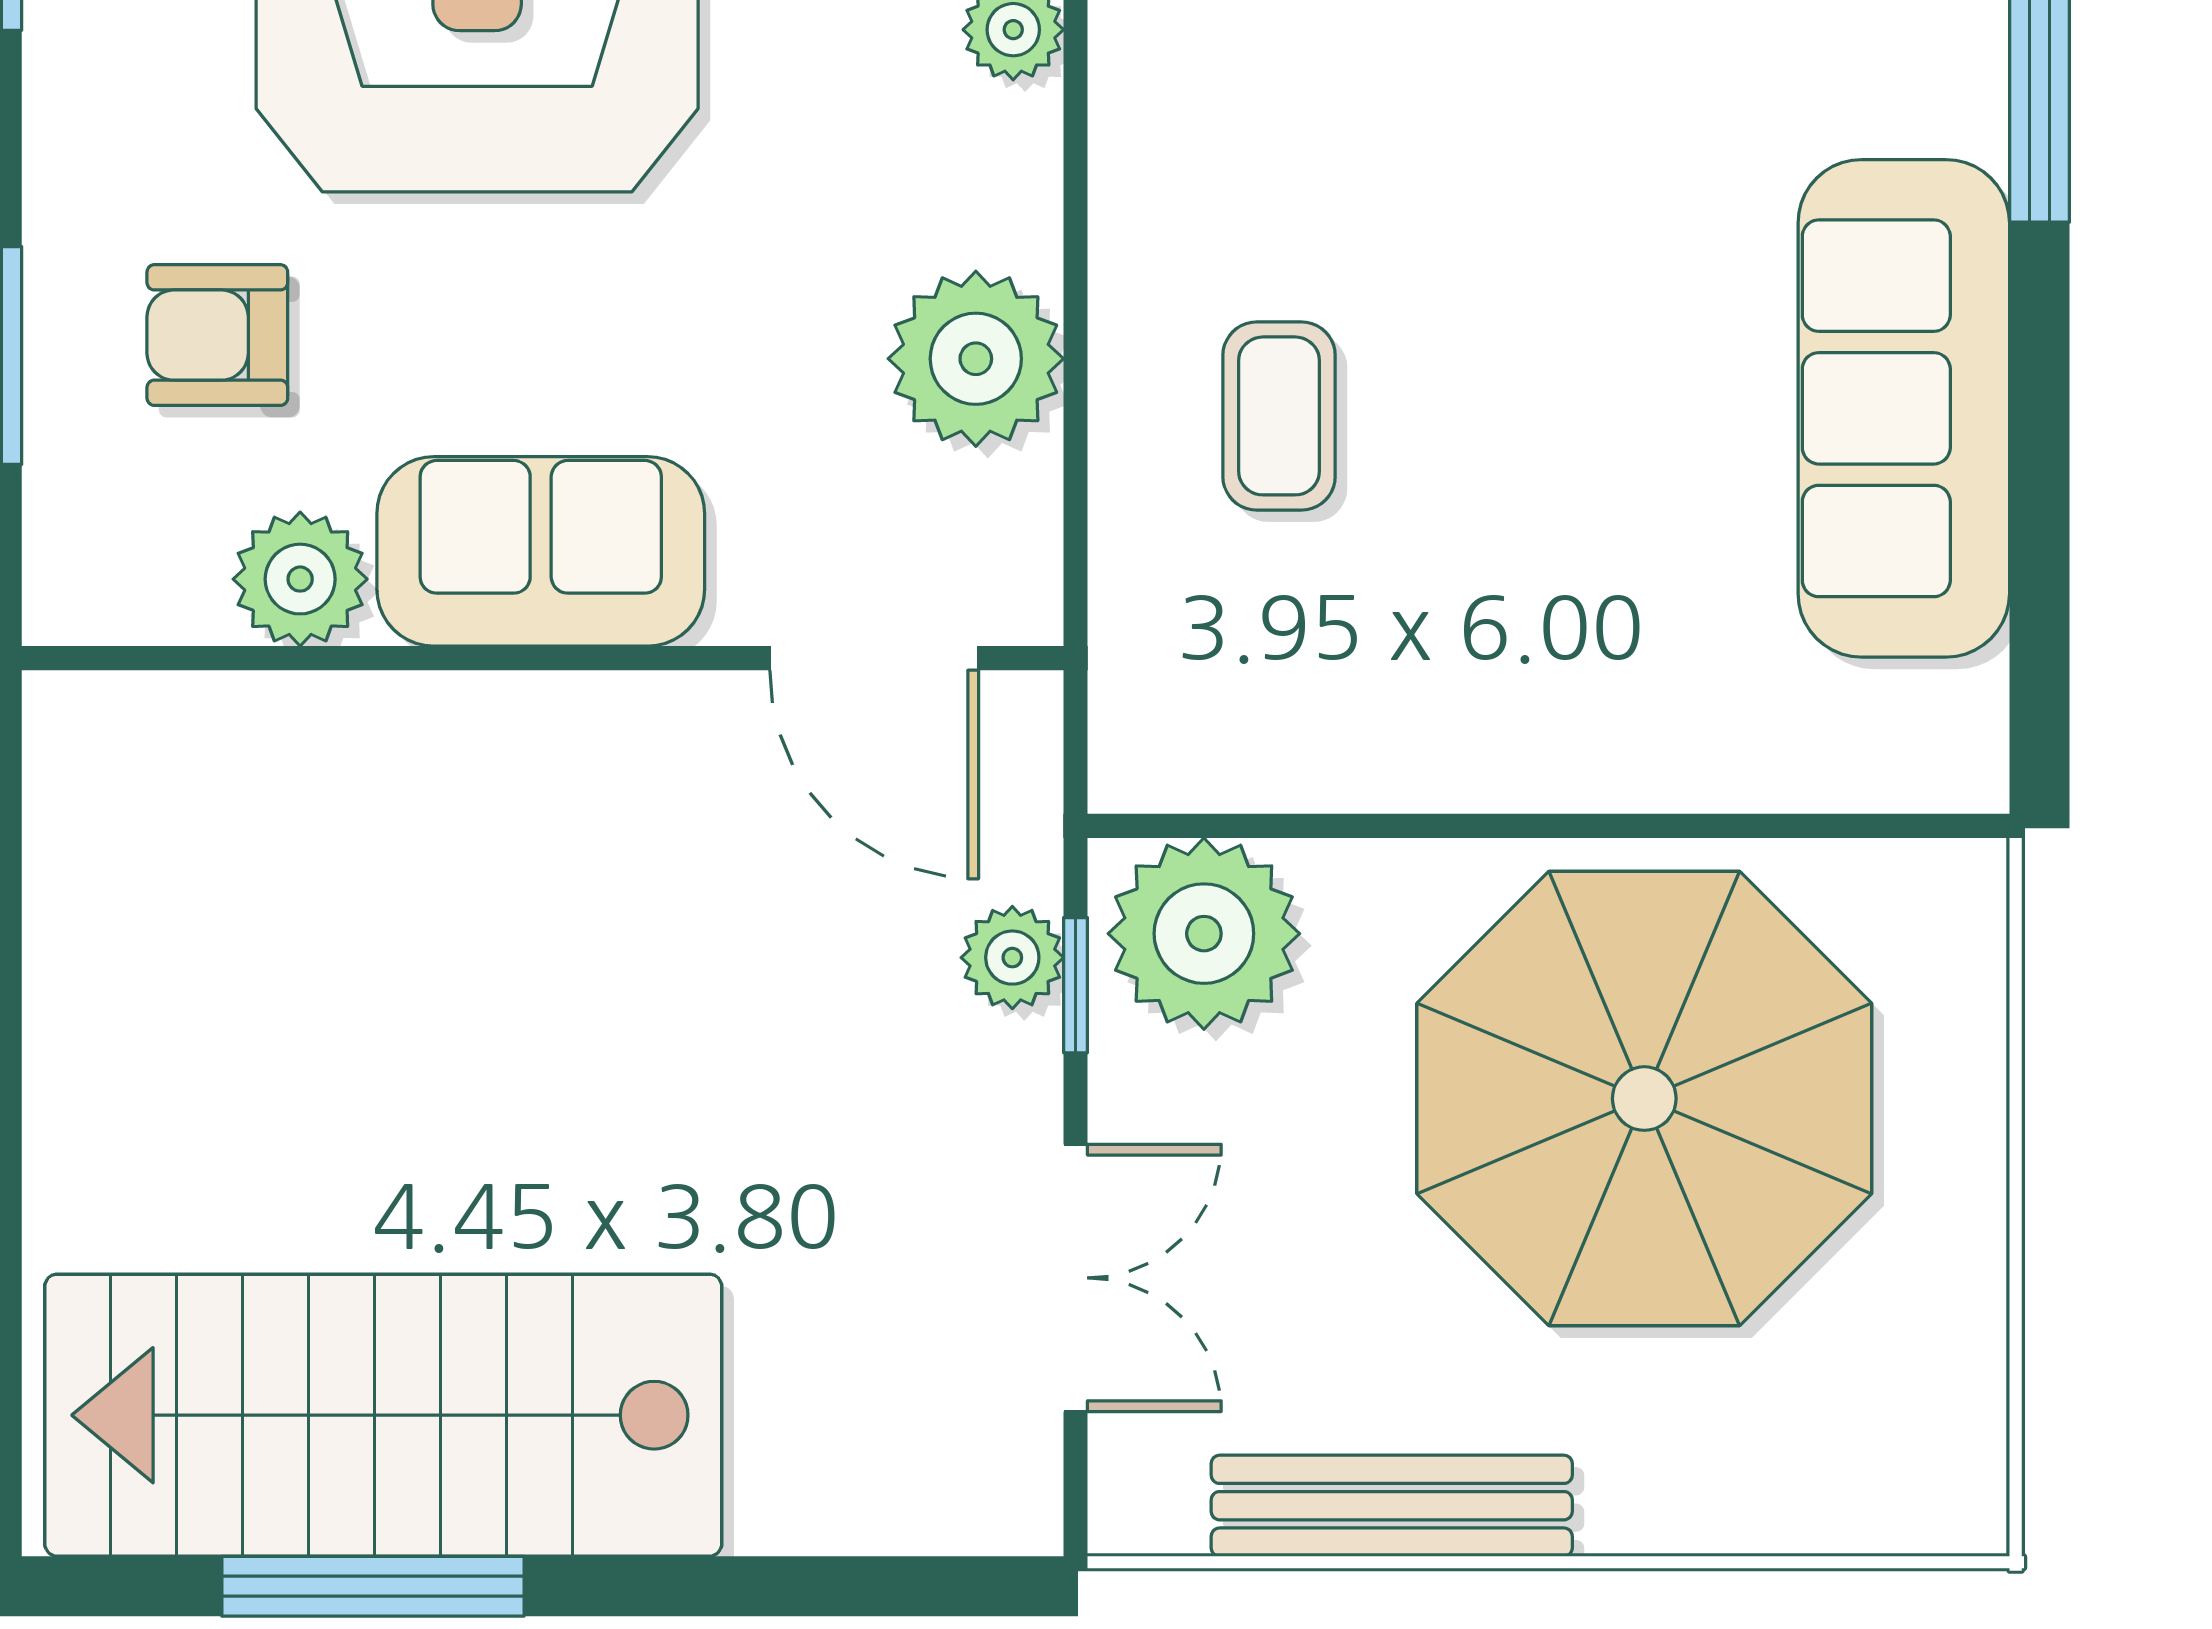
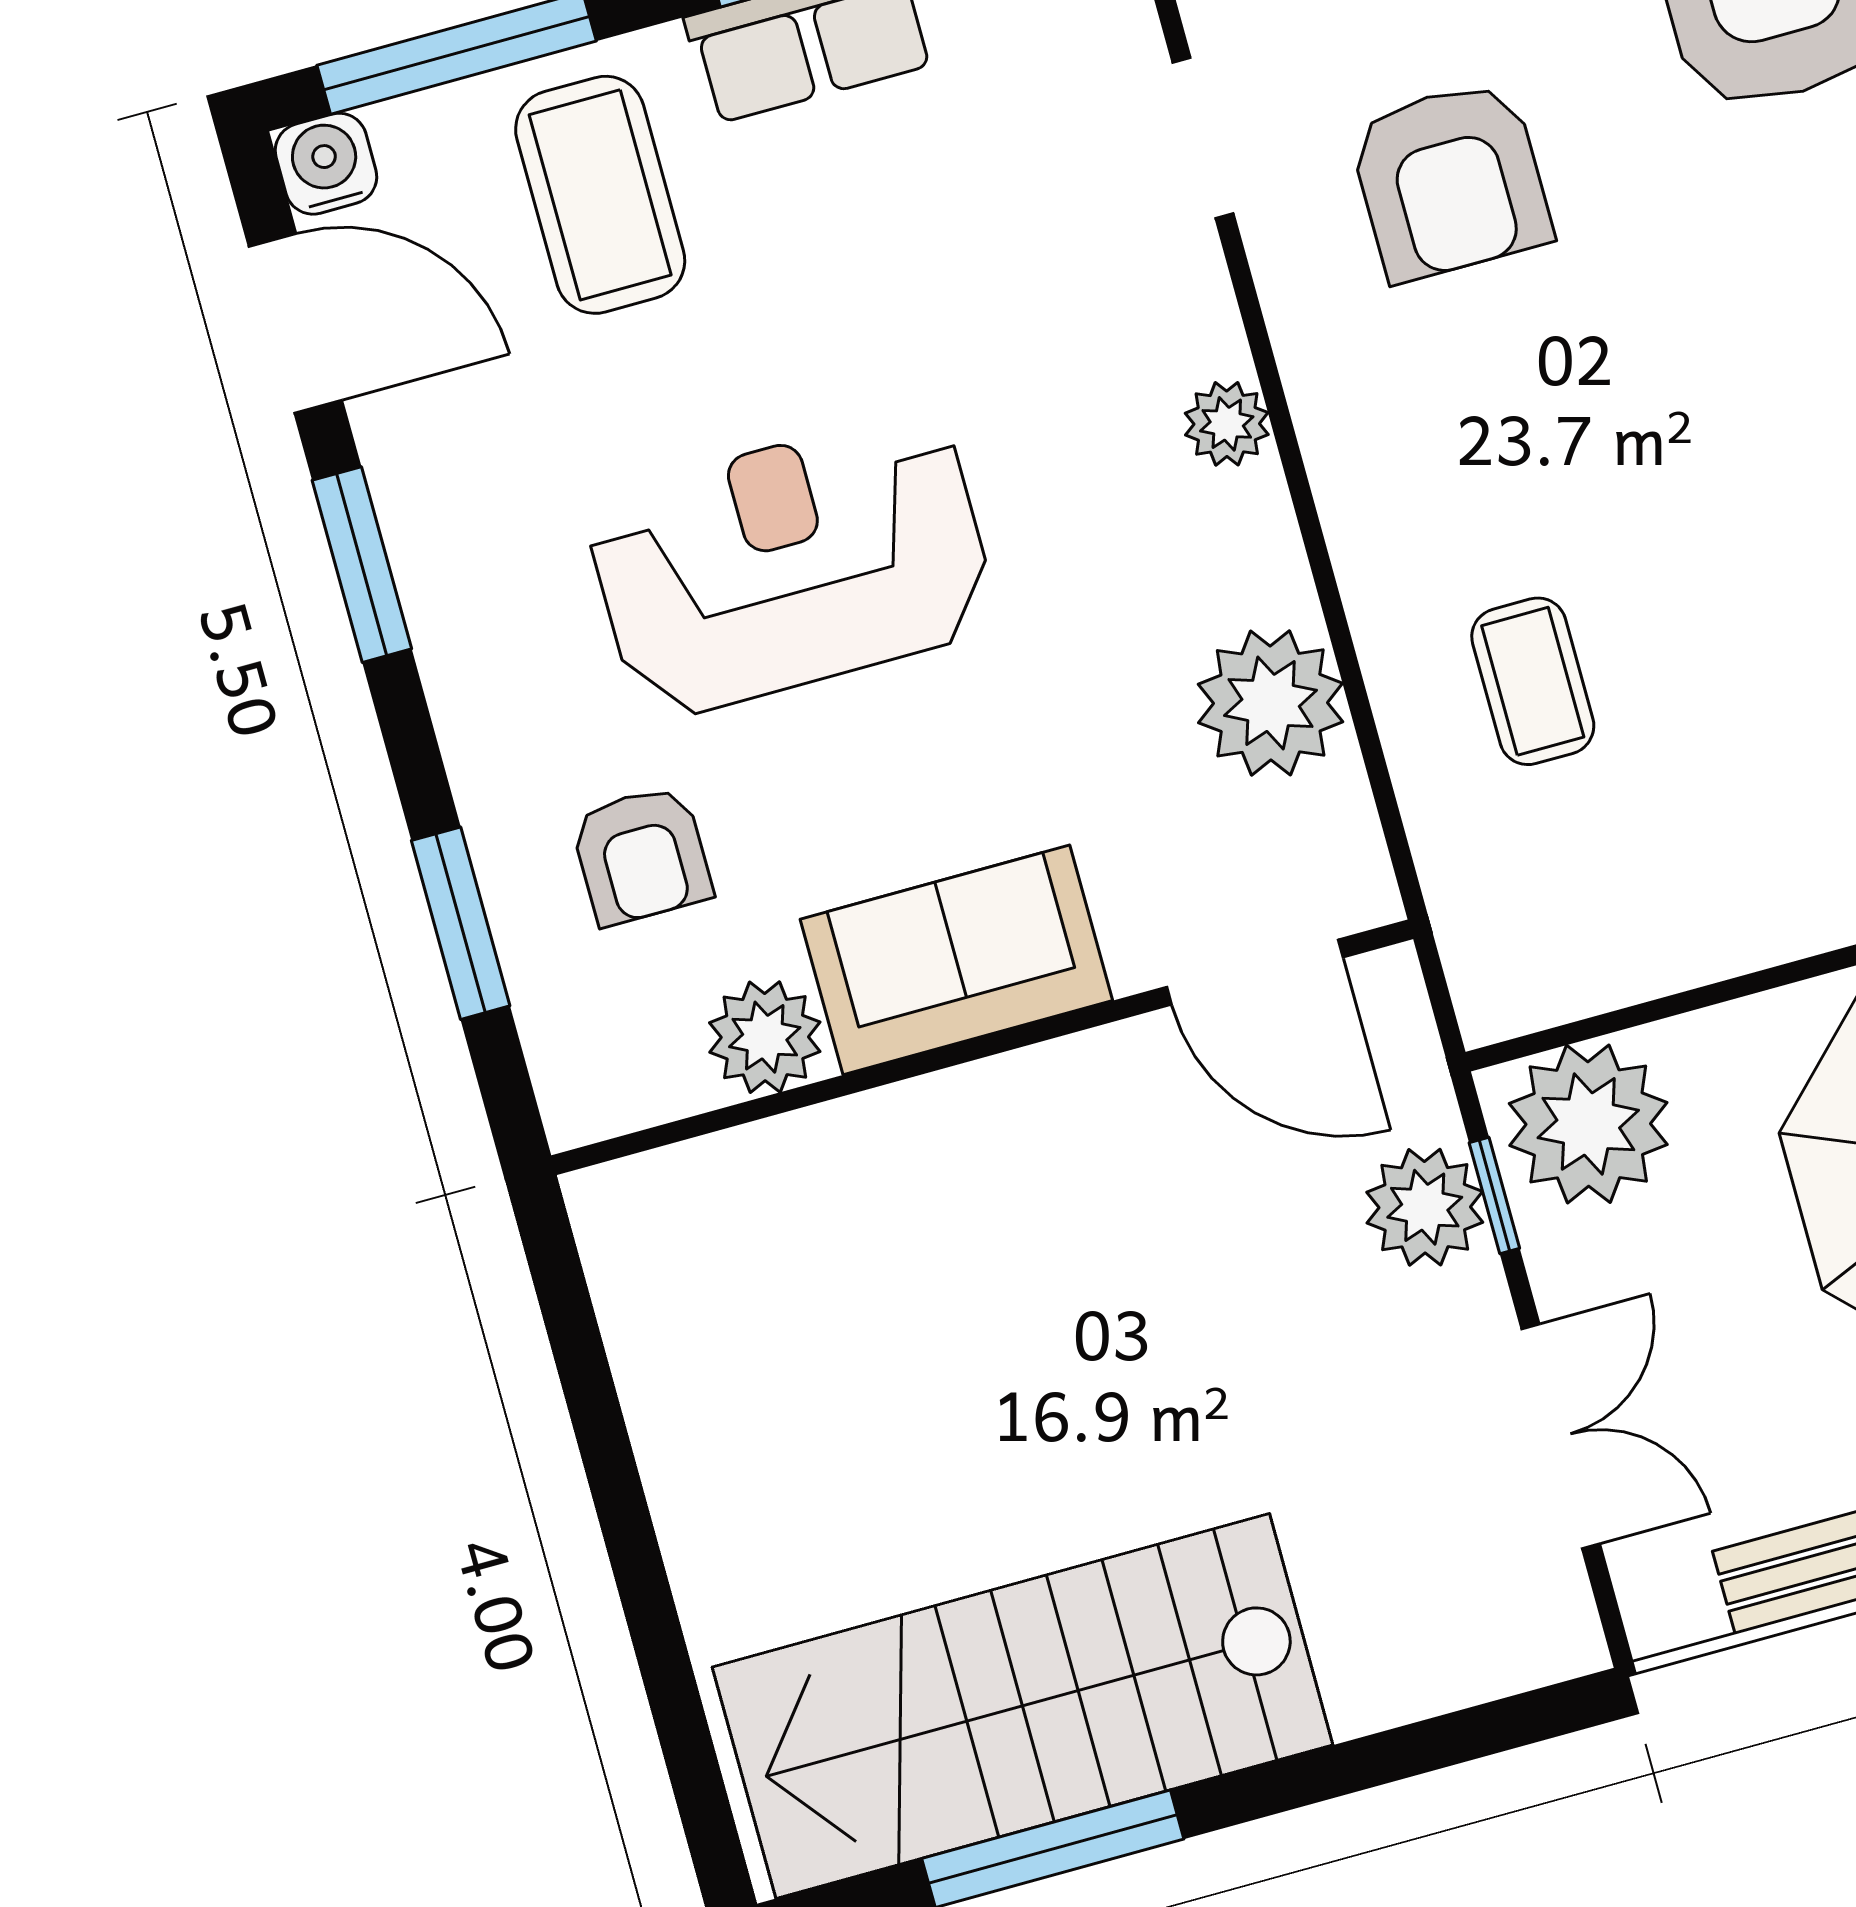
armchair: (217, 335) -> (641, 855), turned -90
plant: (1012, 958) -> (1425, 1207), width x1.38, depth x1.38

